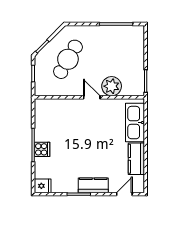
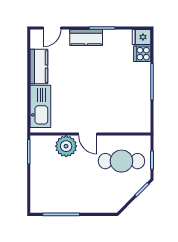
cafe table: (68, 59) -> (121, 161), moved, turned 60
cooker: (42, 149) -> (142, 54), moved

